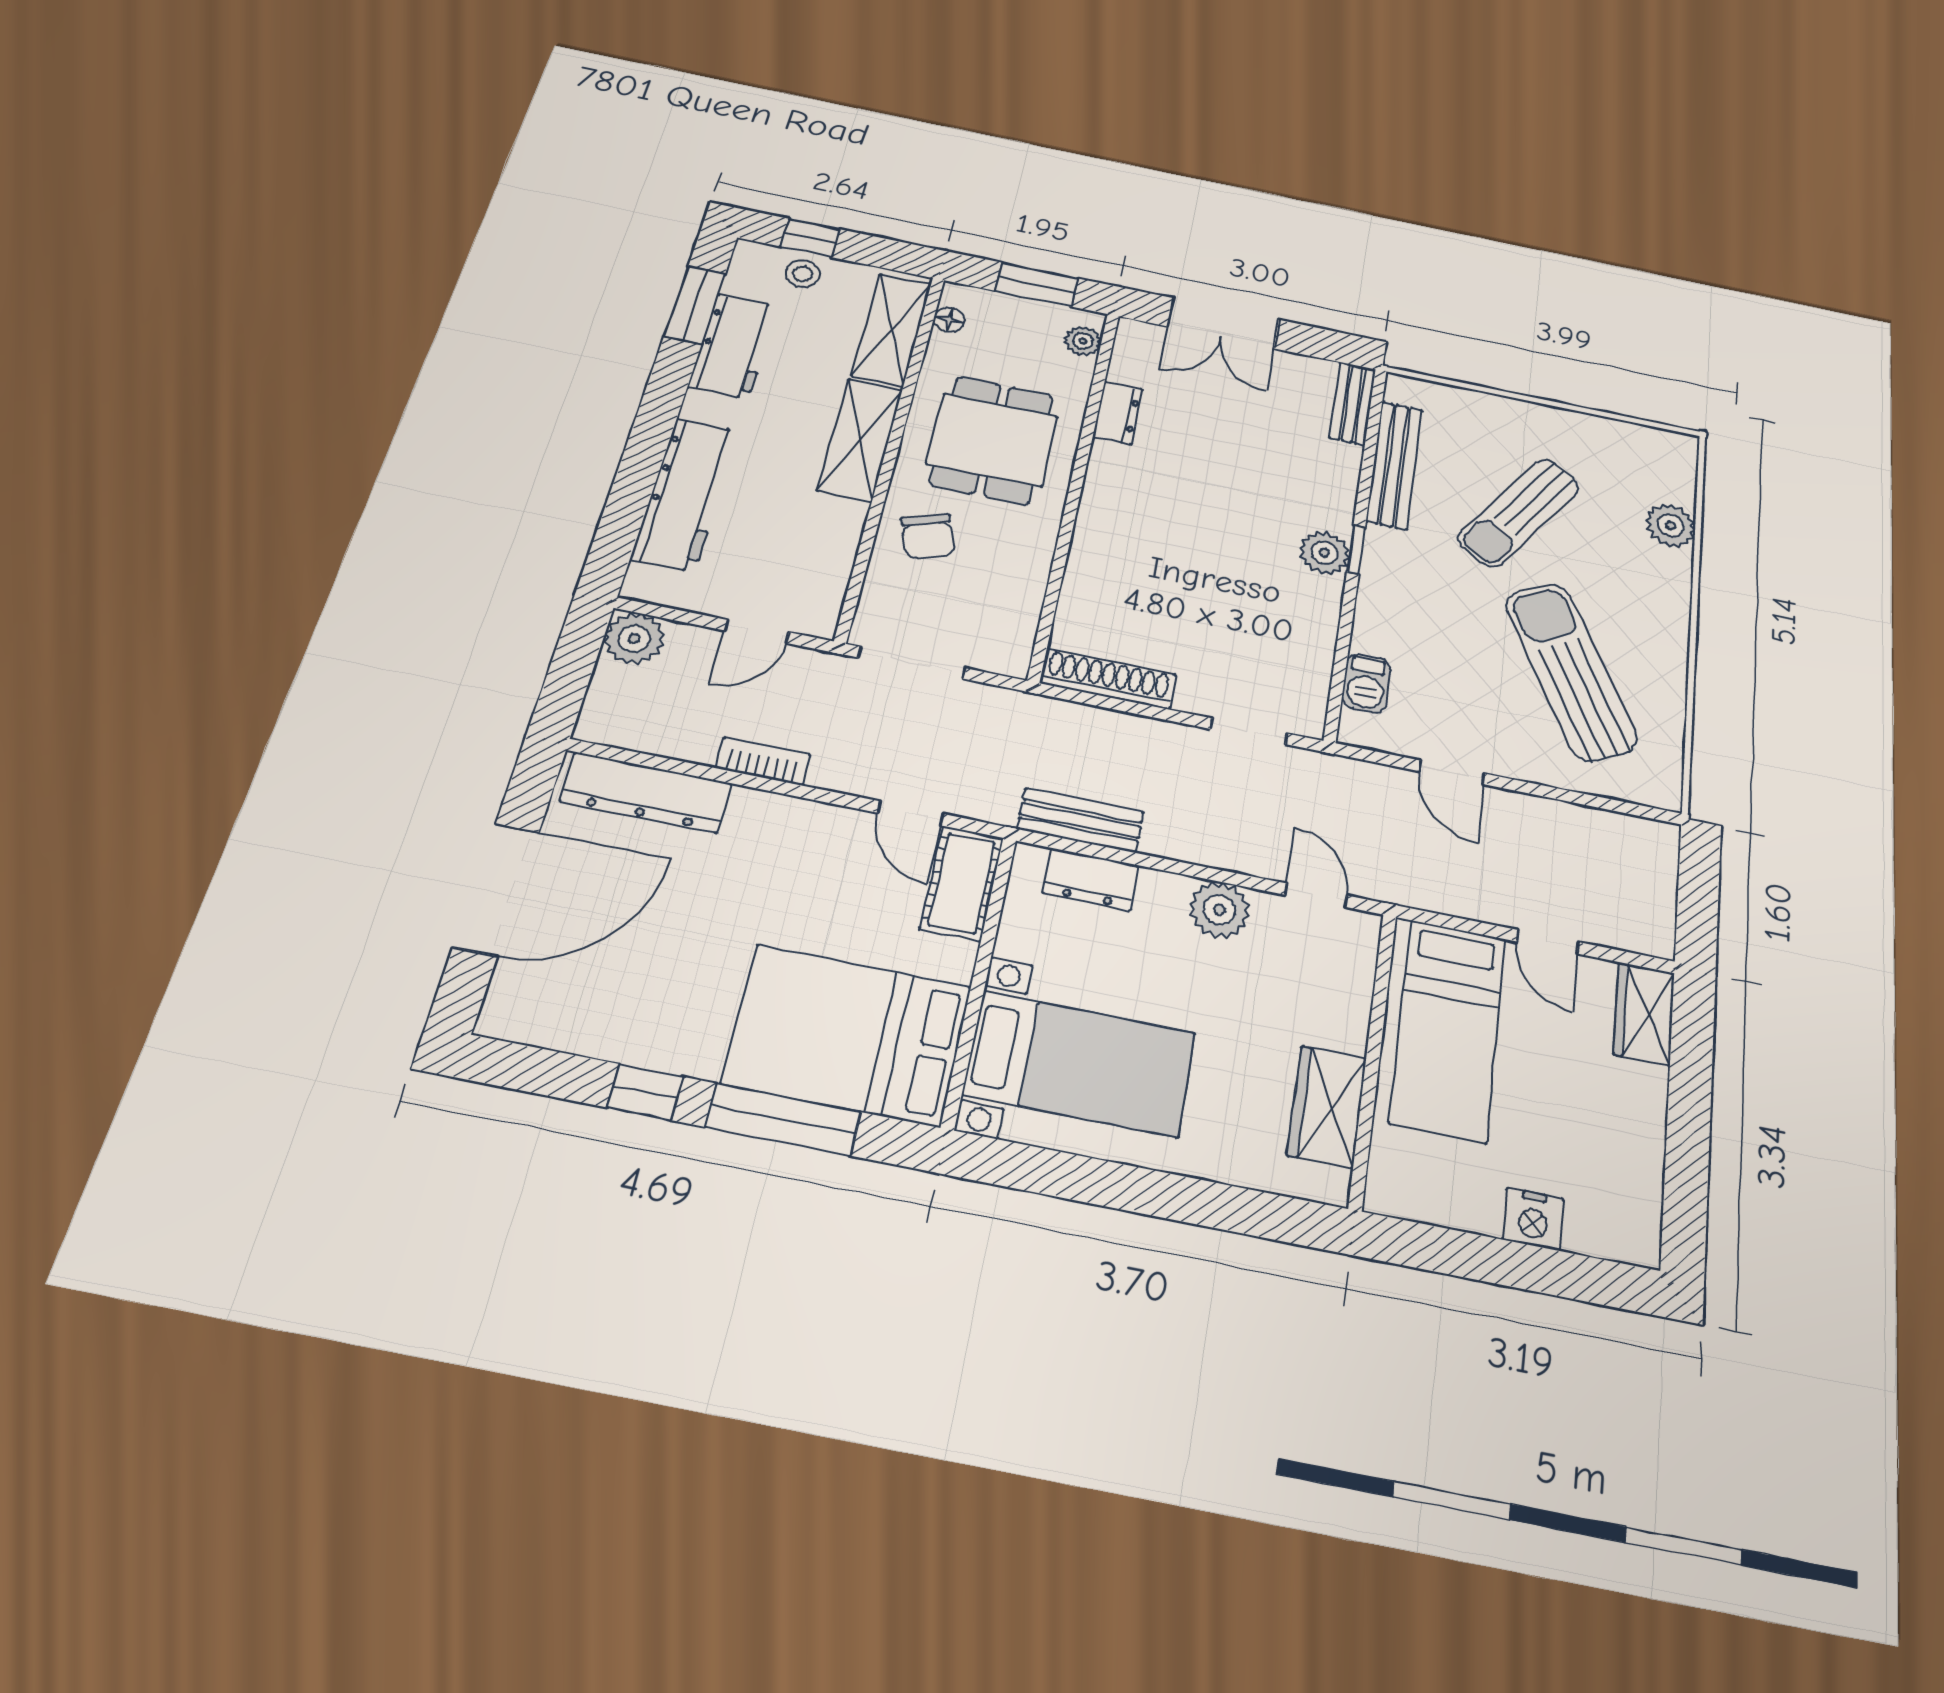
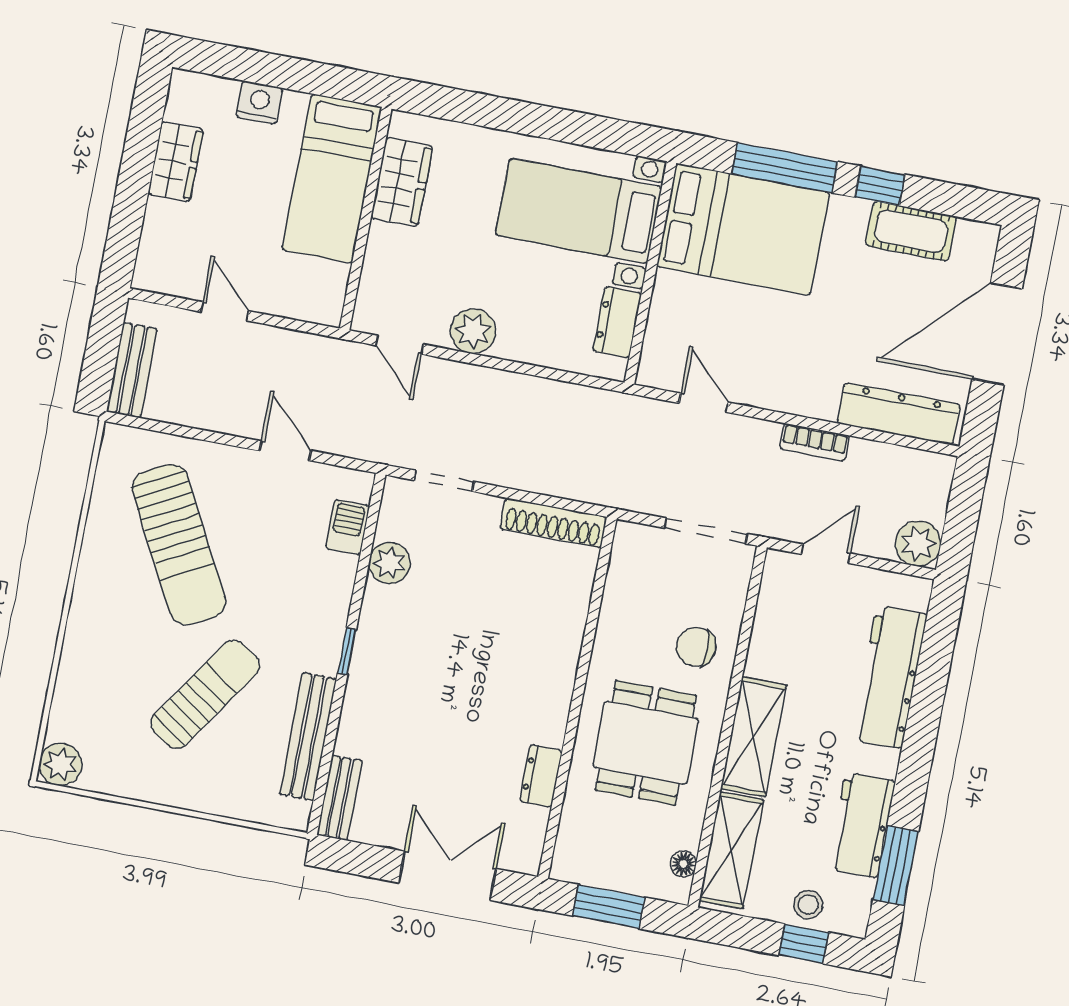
plant: (1083, 341) -> (569, 849), removed
plant: (1671, 525) -> (60, 764), moved
chair: (928, 536) -> (696, 647), turned -71
plant: (1324, 553) -> (390, 563), moved
bench: (1080, 820) -> (132, 370), moved, turned 90
dresser: (1091, 879) -> (617, 322), moved, turned -90
cot: (962, 883) -> (911, 231), moved, turned 90
wardrobe: (1644, 1013) -> (176, 162), moved
bed: (1448, 1029) -> (332, 178), moved, turned 180

